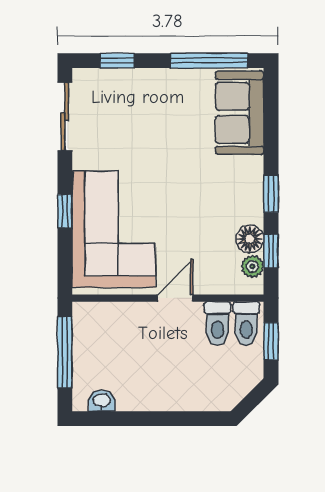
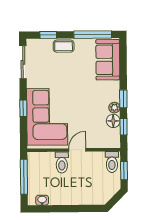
coffee table: (149, 84) -> (64, 46), added
plant: (252, 266) -> (114, 108), moved
toilet: (217, 323) -> (62, 162), moved

